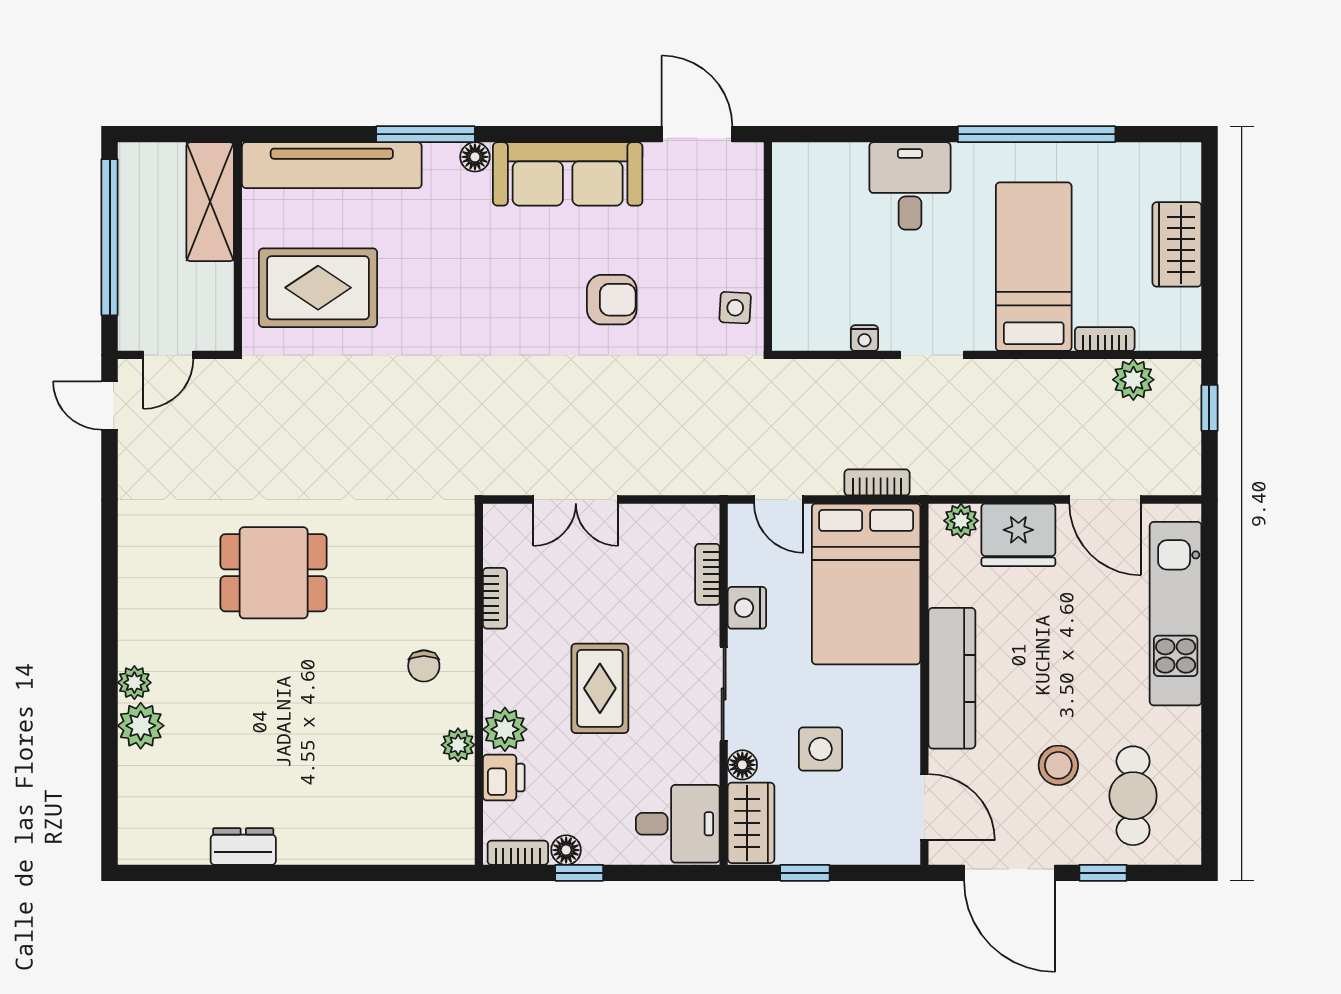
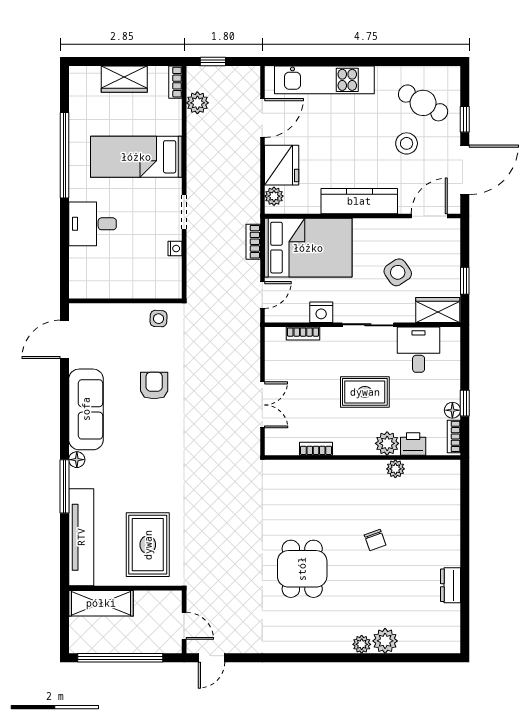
bookcase: (1105, 339) -> (175, 82), moved
chair: (424, 666) -> (375, 540), moved, turned 70
side table: (820, 749) -> (398, 272), turned -34
floor lamp: (742, 765) -> (406, 315), removed
cafe table: (1133, 796) -> (423, 103), turned 30
desk: (678, 824) -> (419, 350), moved

